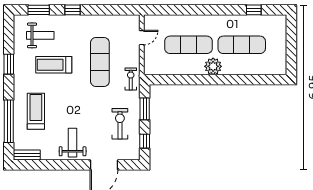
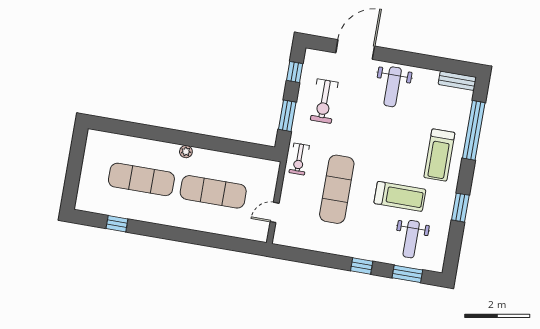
weight bench: (40, 35) -> (411, 239), turned -90
plant: (213, 66) -> (186, 152), width x0.53, depth x0.53
treadmill: (36, 111) -> (439, 155), moved

